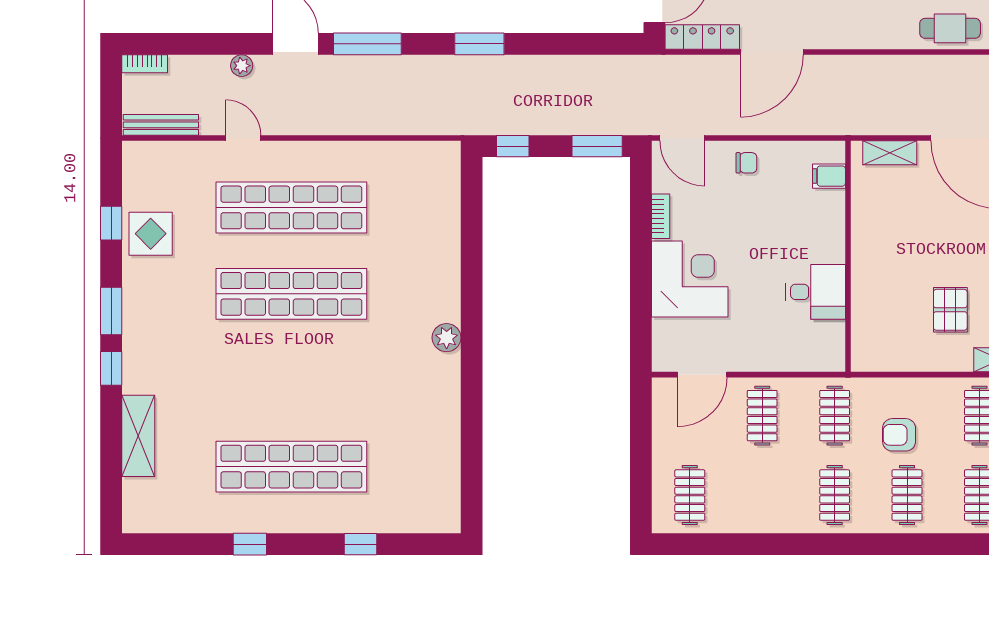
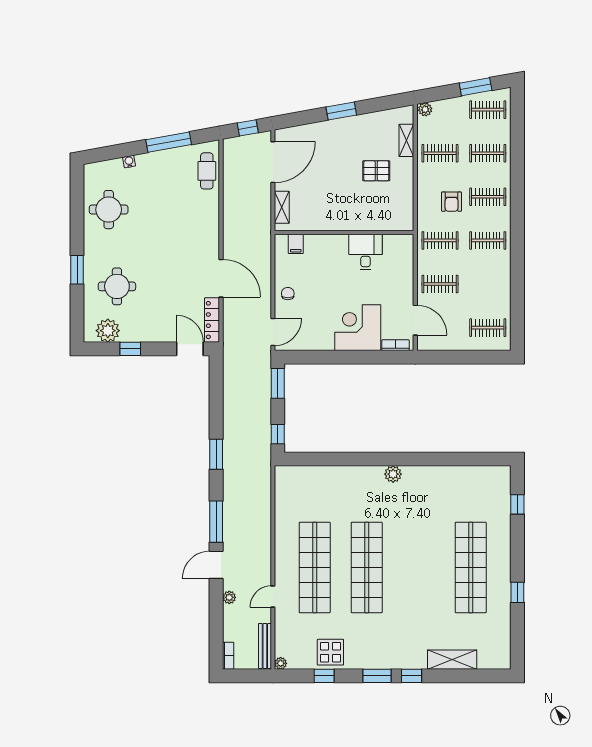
plant: (132, 151) -> (281, 663), added
bookcase: (661, 216) -> (395, 345), moved
window: (361, 544) -> (517, 504), moved

